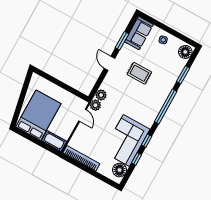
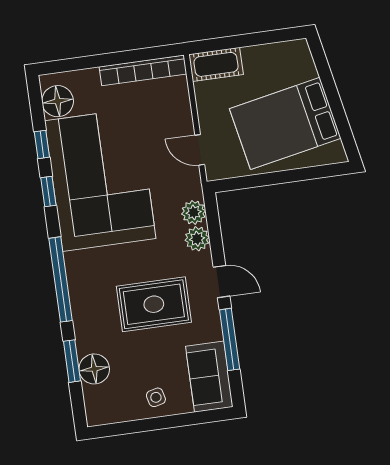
window: (122, 41) -> (230, 339), width x1.44
floor lamp: (185, 52) -> (94, 369), moved
rug: (139, 73) -> (154, 304), width x1.36, depth x1.43
plant: (95, 105) -> (197, 239), moved
bed: (38, 115) -> (285, 123), moved, turned 79
corner sofa: (126, 141) -> (100, 180), width x1.36, depth x1.36

